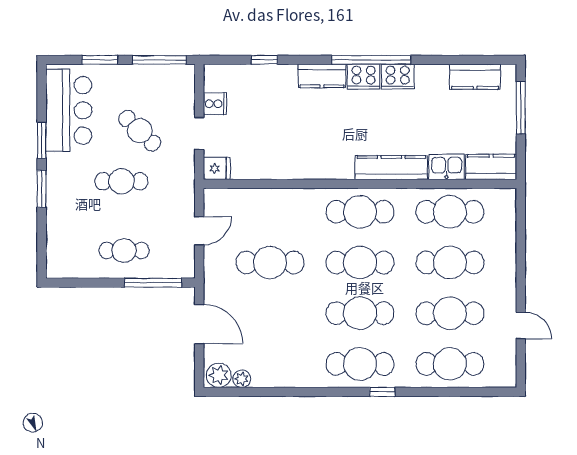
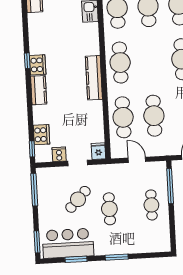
window: (100, 60) -> (37, 242), moved
window: (264, 60) -> (32, 149), moved
window: (371, 60) -> (27, 61), width x0.32
cooker: (398, 77) -> (41, 135), moved
window: (42, 140) -> (76, 259), moved
kitchen counter: (391, 168) -> (94, 78), moved
cafe table: (360, 262) -> (123, 117), moved

